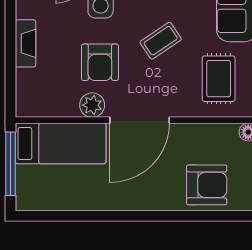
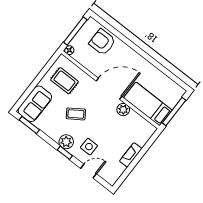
armchair: (100, 62) -> (107, 124), removed
rug: (219, 79) -> (64, 81), turned 90

